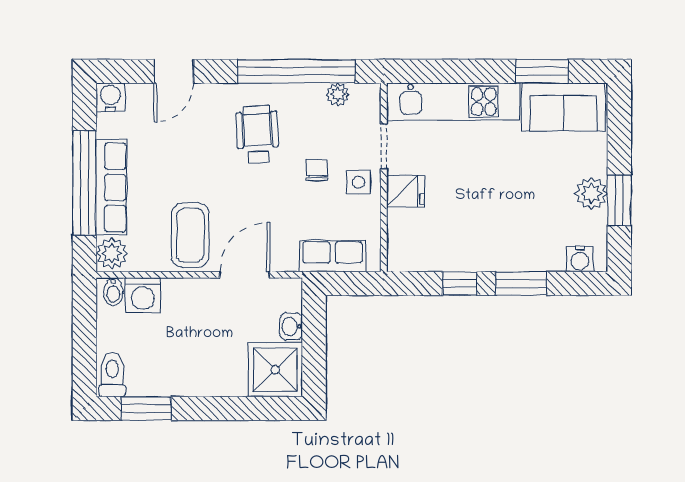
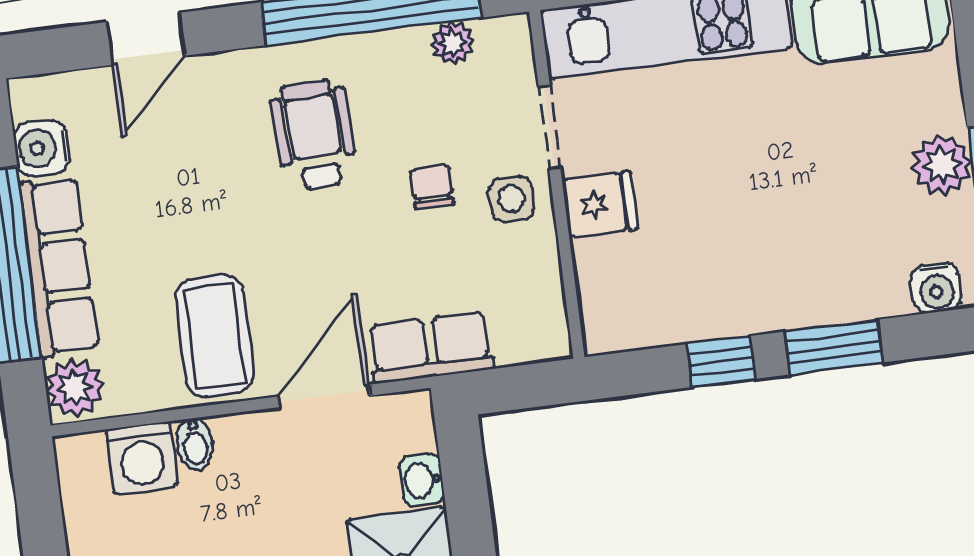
water cooler: (110, 97) -> (42, 148), moved, turned -90
row of seats: (333, 256) -> (431, 348), moved
bidet: (113, 292) -> (195, 444), moved

